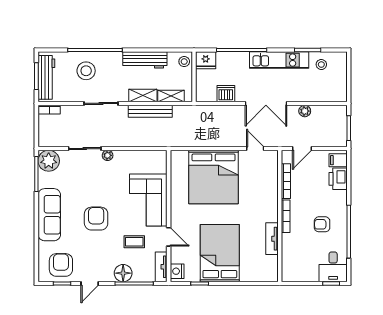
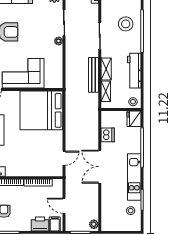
plant: (305, 111) -> (94, 224), moved
door: (302, 149) -> (64, 206), moved
bed: (214, 177) -> (41, 110), moved

